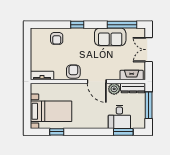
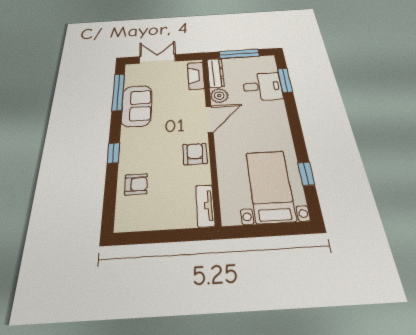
double door: (149, 50) -> (157, 59), swing flipped
armchair: (73, 72) -> (195, 154), turned 90

